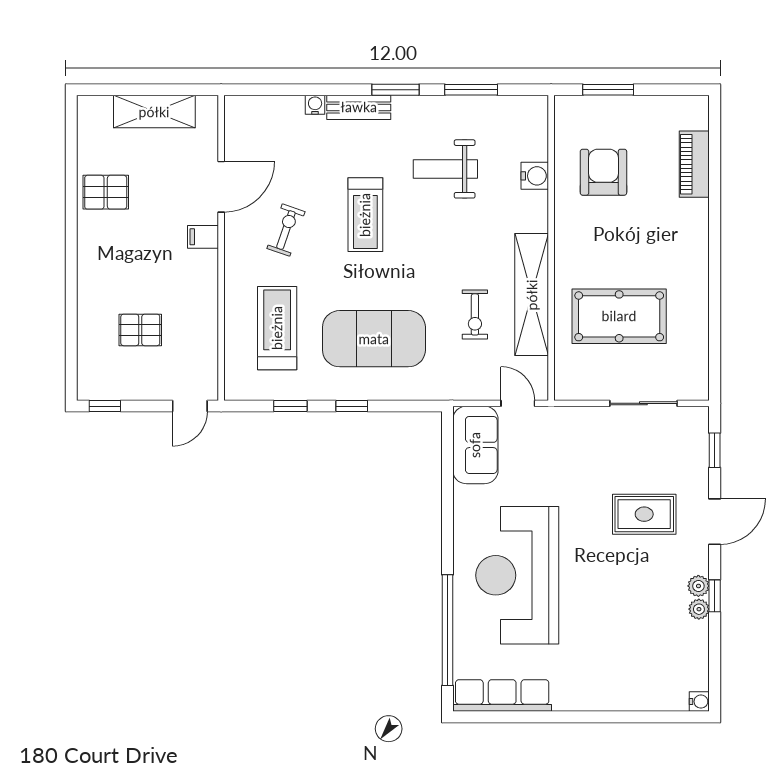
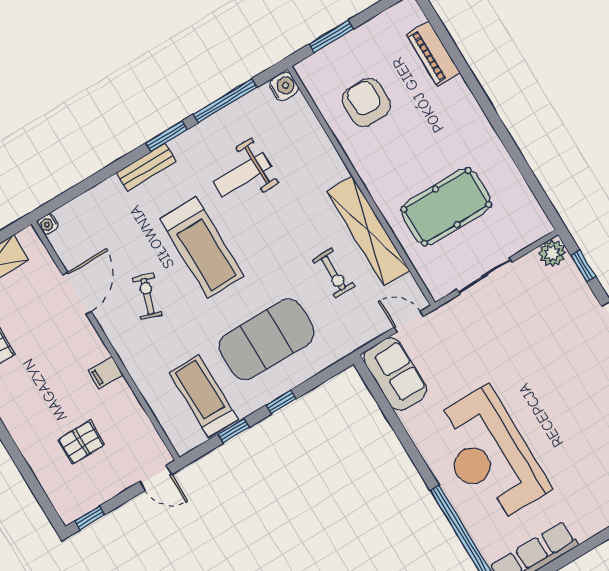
window: (471, 90) -> (225, 101), width x1.44
water cooler: (315, 105) -> (48, 224), moved, turned -90
water cooler: (535, 176) -> (284, 86), moved
treadmill: (365, 215) -> (202, 247), width x1.37, depth x1.38
filing cabinet: (203, 237) -> (106, 373), moved
treadmill: (277, 328) -> (204, 396), moved
sliding door: (643, 403) -> (485, 276), moved
door: (190, 406) -> (156, 478), hinge flipped
plant: (692, 421) -> (552, 253), added
rug: (644, 514) -> (559, 348), removed

